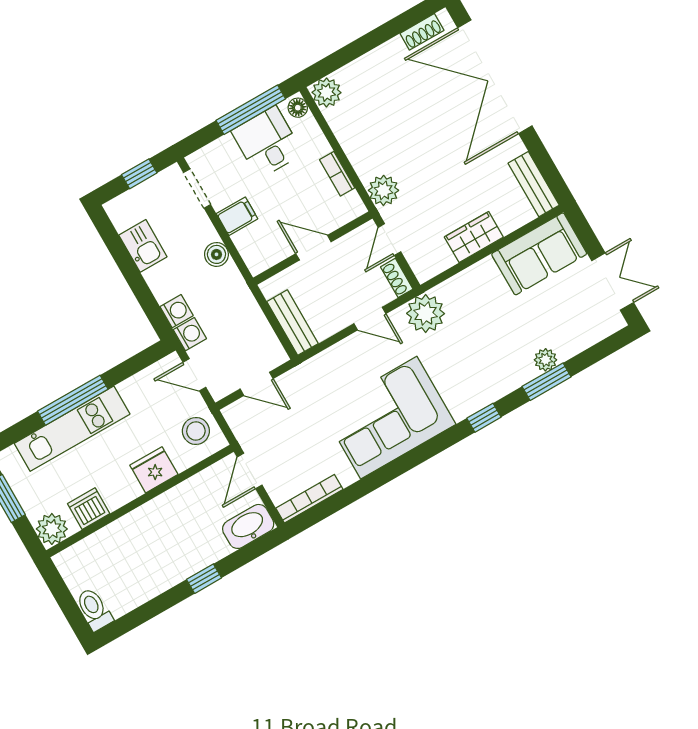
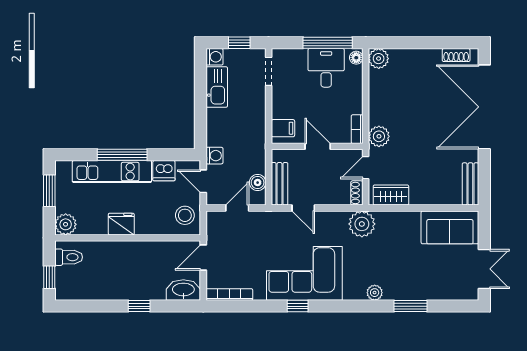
bookcase: (337, 174) -> (357, 129), moved
filing cabinet: (237, 216) -> (283, 128), moved
wardrobe: (474, 237) -> (391, 195), moved
kitchen sink: (143, 246) -> (217, 87), width x1.38
boiler: (216, 254) -> (258, 183), moved
washing machine: (177, 311) -> (214, 57), moved
door: (370, 319) -> (303, 208), moved
plant: (545, 360) -> (375, 293), moved
door: (257, 384) -> (237, 208), swing flipped
window: (484, 418) -> (298, 306), moved
fridge: (154, 470) -> (121, 224), moved
dishwasher: (89, 509) -> (164, 171), moved, turned 180
window: (70, 607) -> (49, 277), added
toilet: (94, 609) -> (69, 257), moved, turned 90

